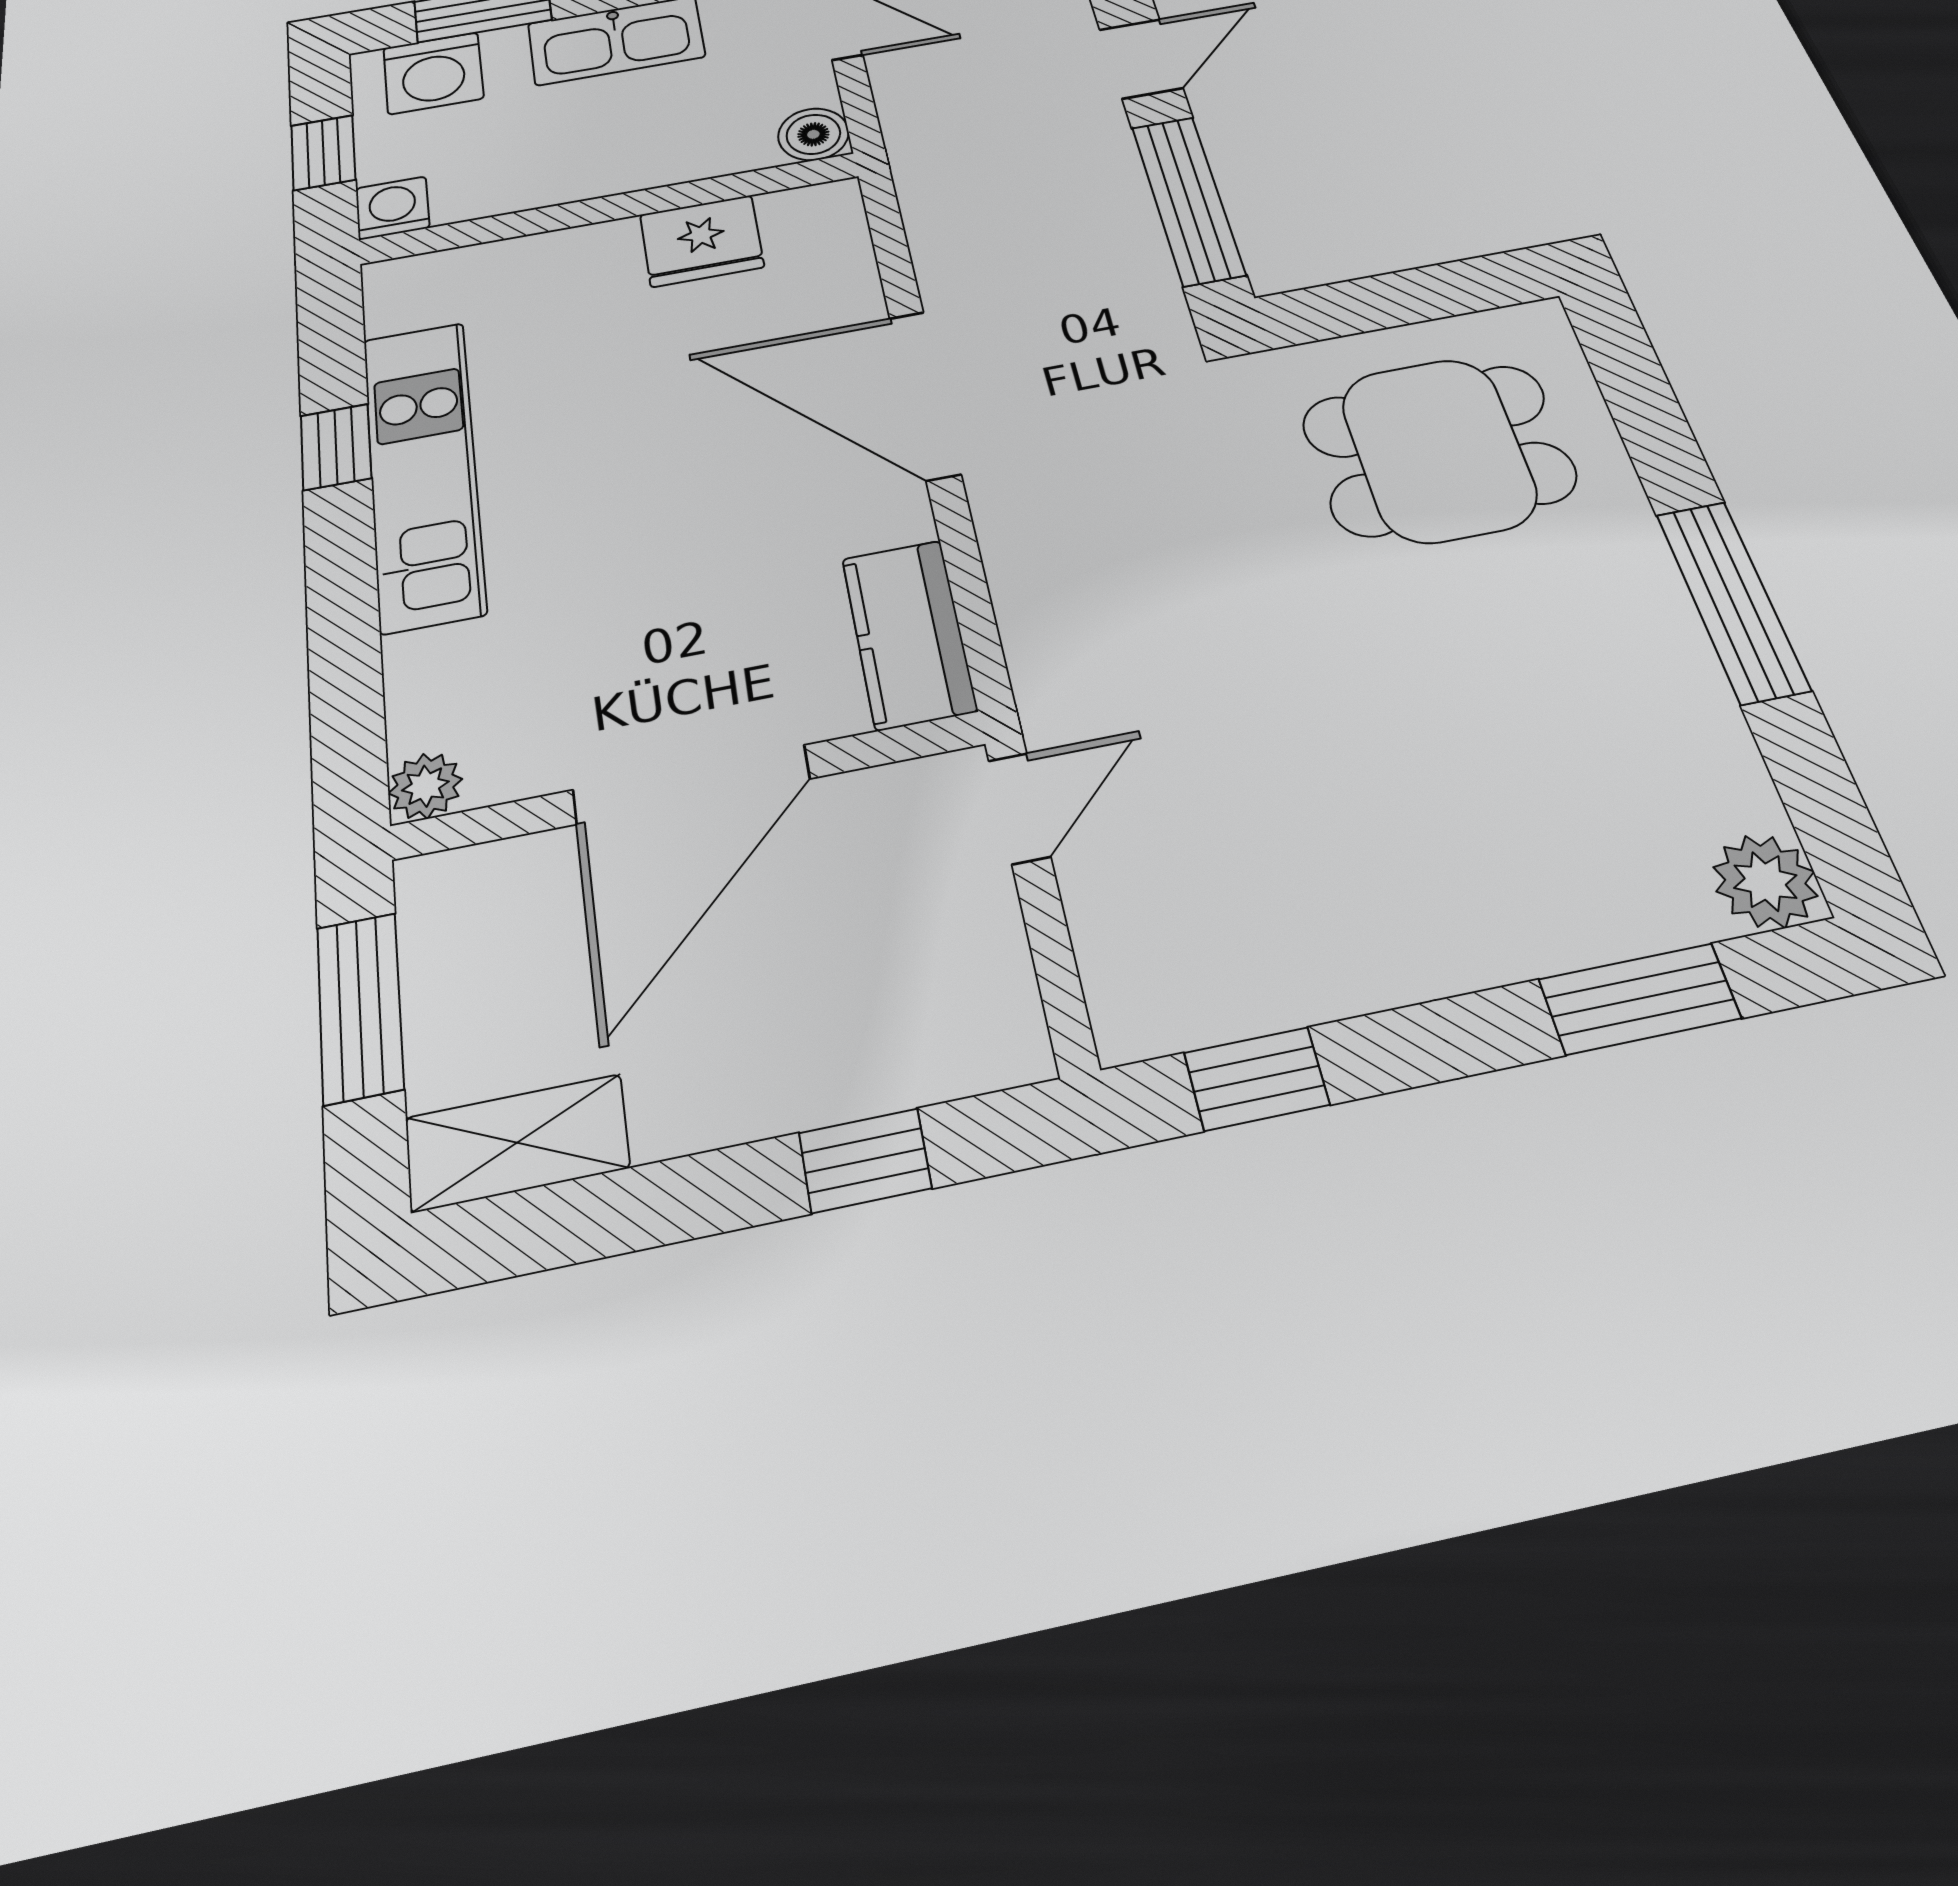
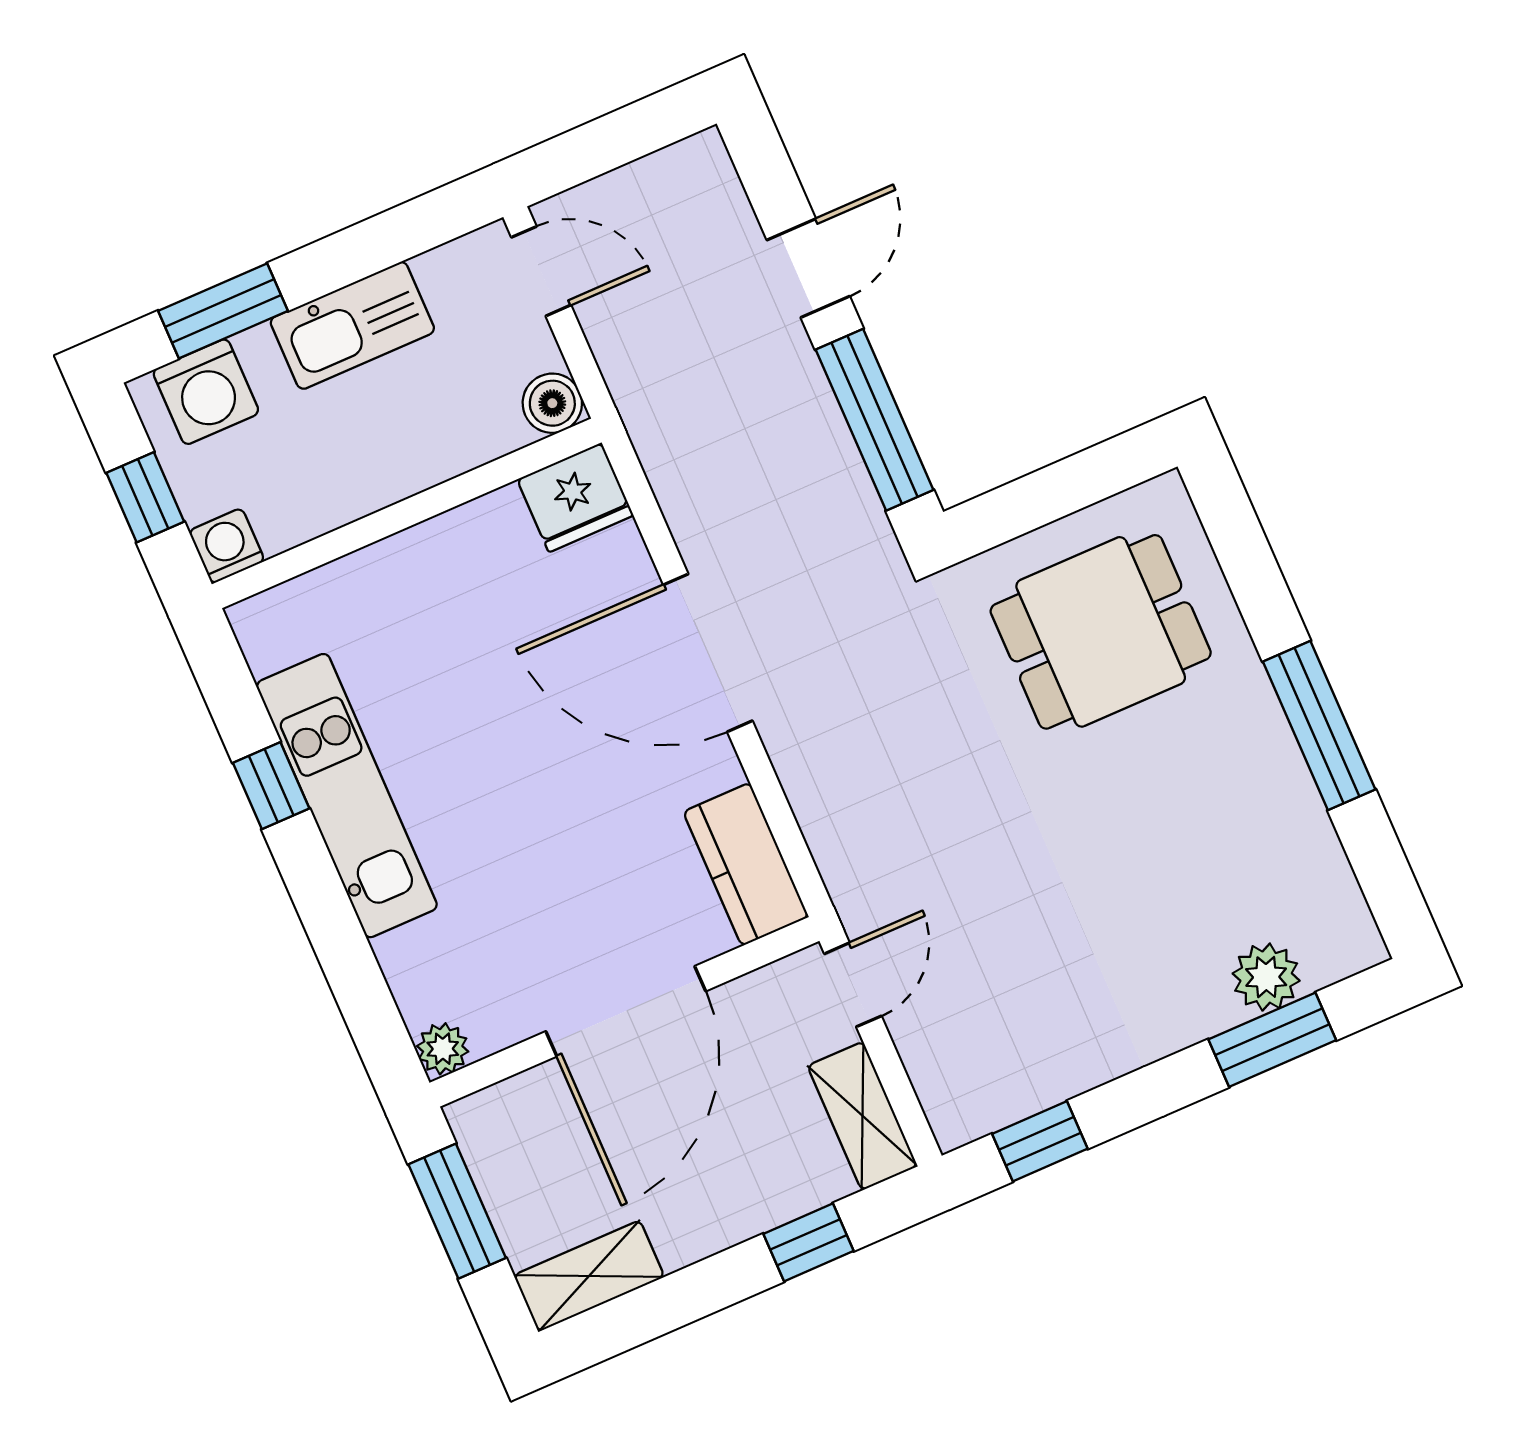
fridge: (702, 241) -> (575, 497), moved
plant: (1765, 882) -> (1266, 977), moved
shelving: (992, 989) -> (863, 1116), added

